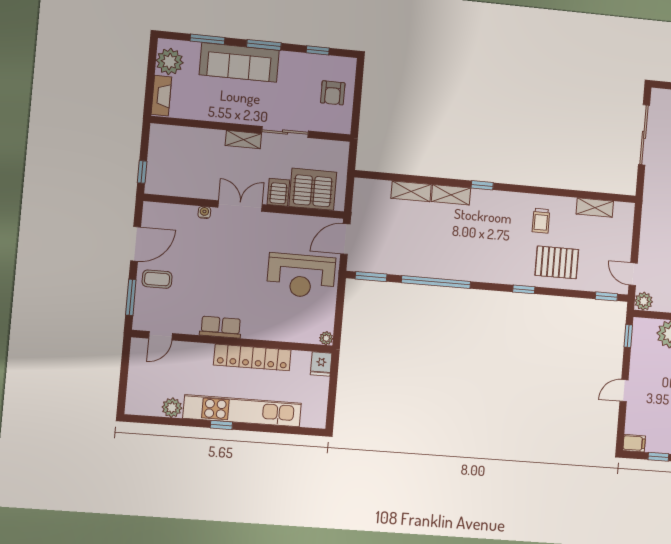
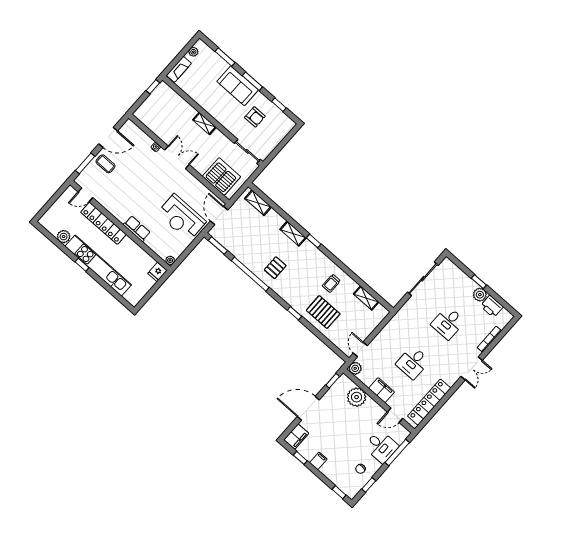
plant: (170, 62) -> (193, 52), width x0.53, depth x0.53
sofa: (239, 62) -> (238, 86), width x0.73
armchair: (333, 93) -> (255, 117), moved, turned -90
sliding door: (285, 132) -> (247, 151), moved
window: (142, 172) -> (153, 87), moved
shelving: (411, 191) -> (258, 203), moved
server rack: (278, 192) -> (202, 165), removed
door: (345, 239) -> (219, 215), hinge flipped
pallet: (460, 252) -> (275, 268), added
window: (606, 296) -> (337, 351), removed
row of seats: (221, 327) -> (137, 229), moved
locker: (252, 357) -> (103, 223), moved
door: (624, 391) -> (308, 408), width x1.88
filing cabinet: (634, 443) -> (296, 437), width x2.00

